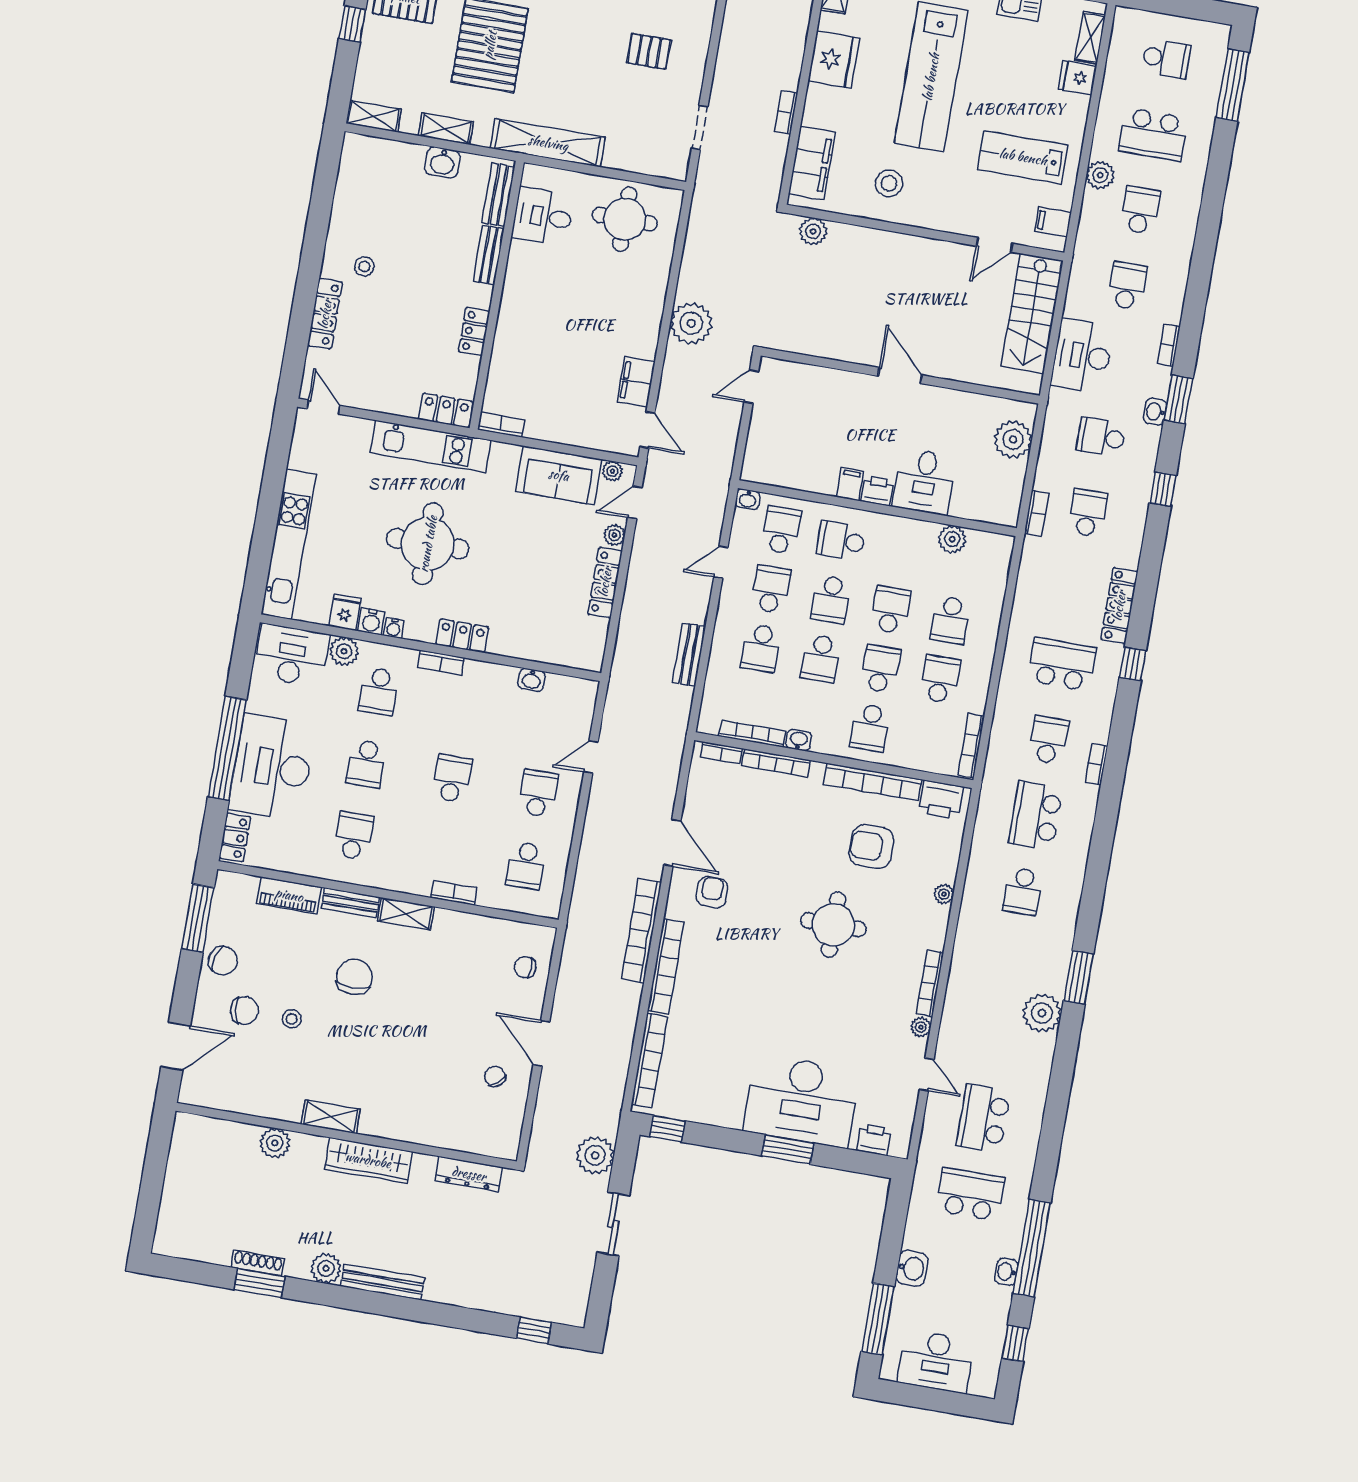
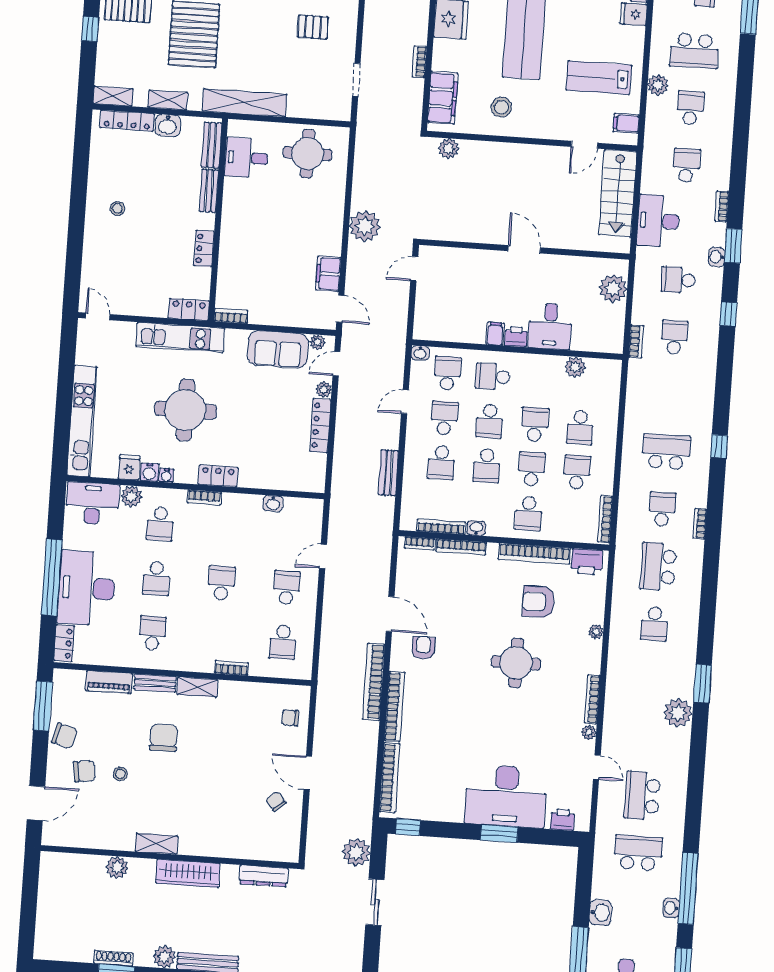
locker: (325, 314) -> (127, 121), moved, turned 90
locker: (1119, 606) -> (705, 404), removed

